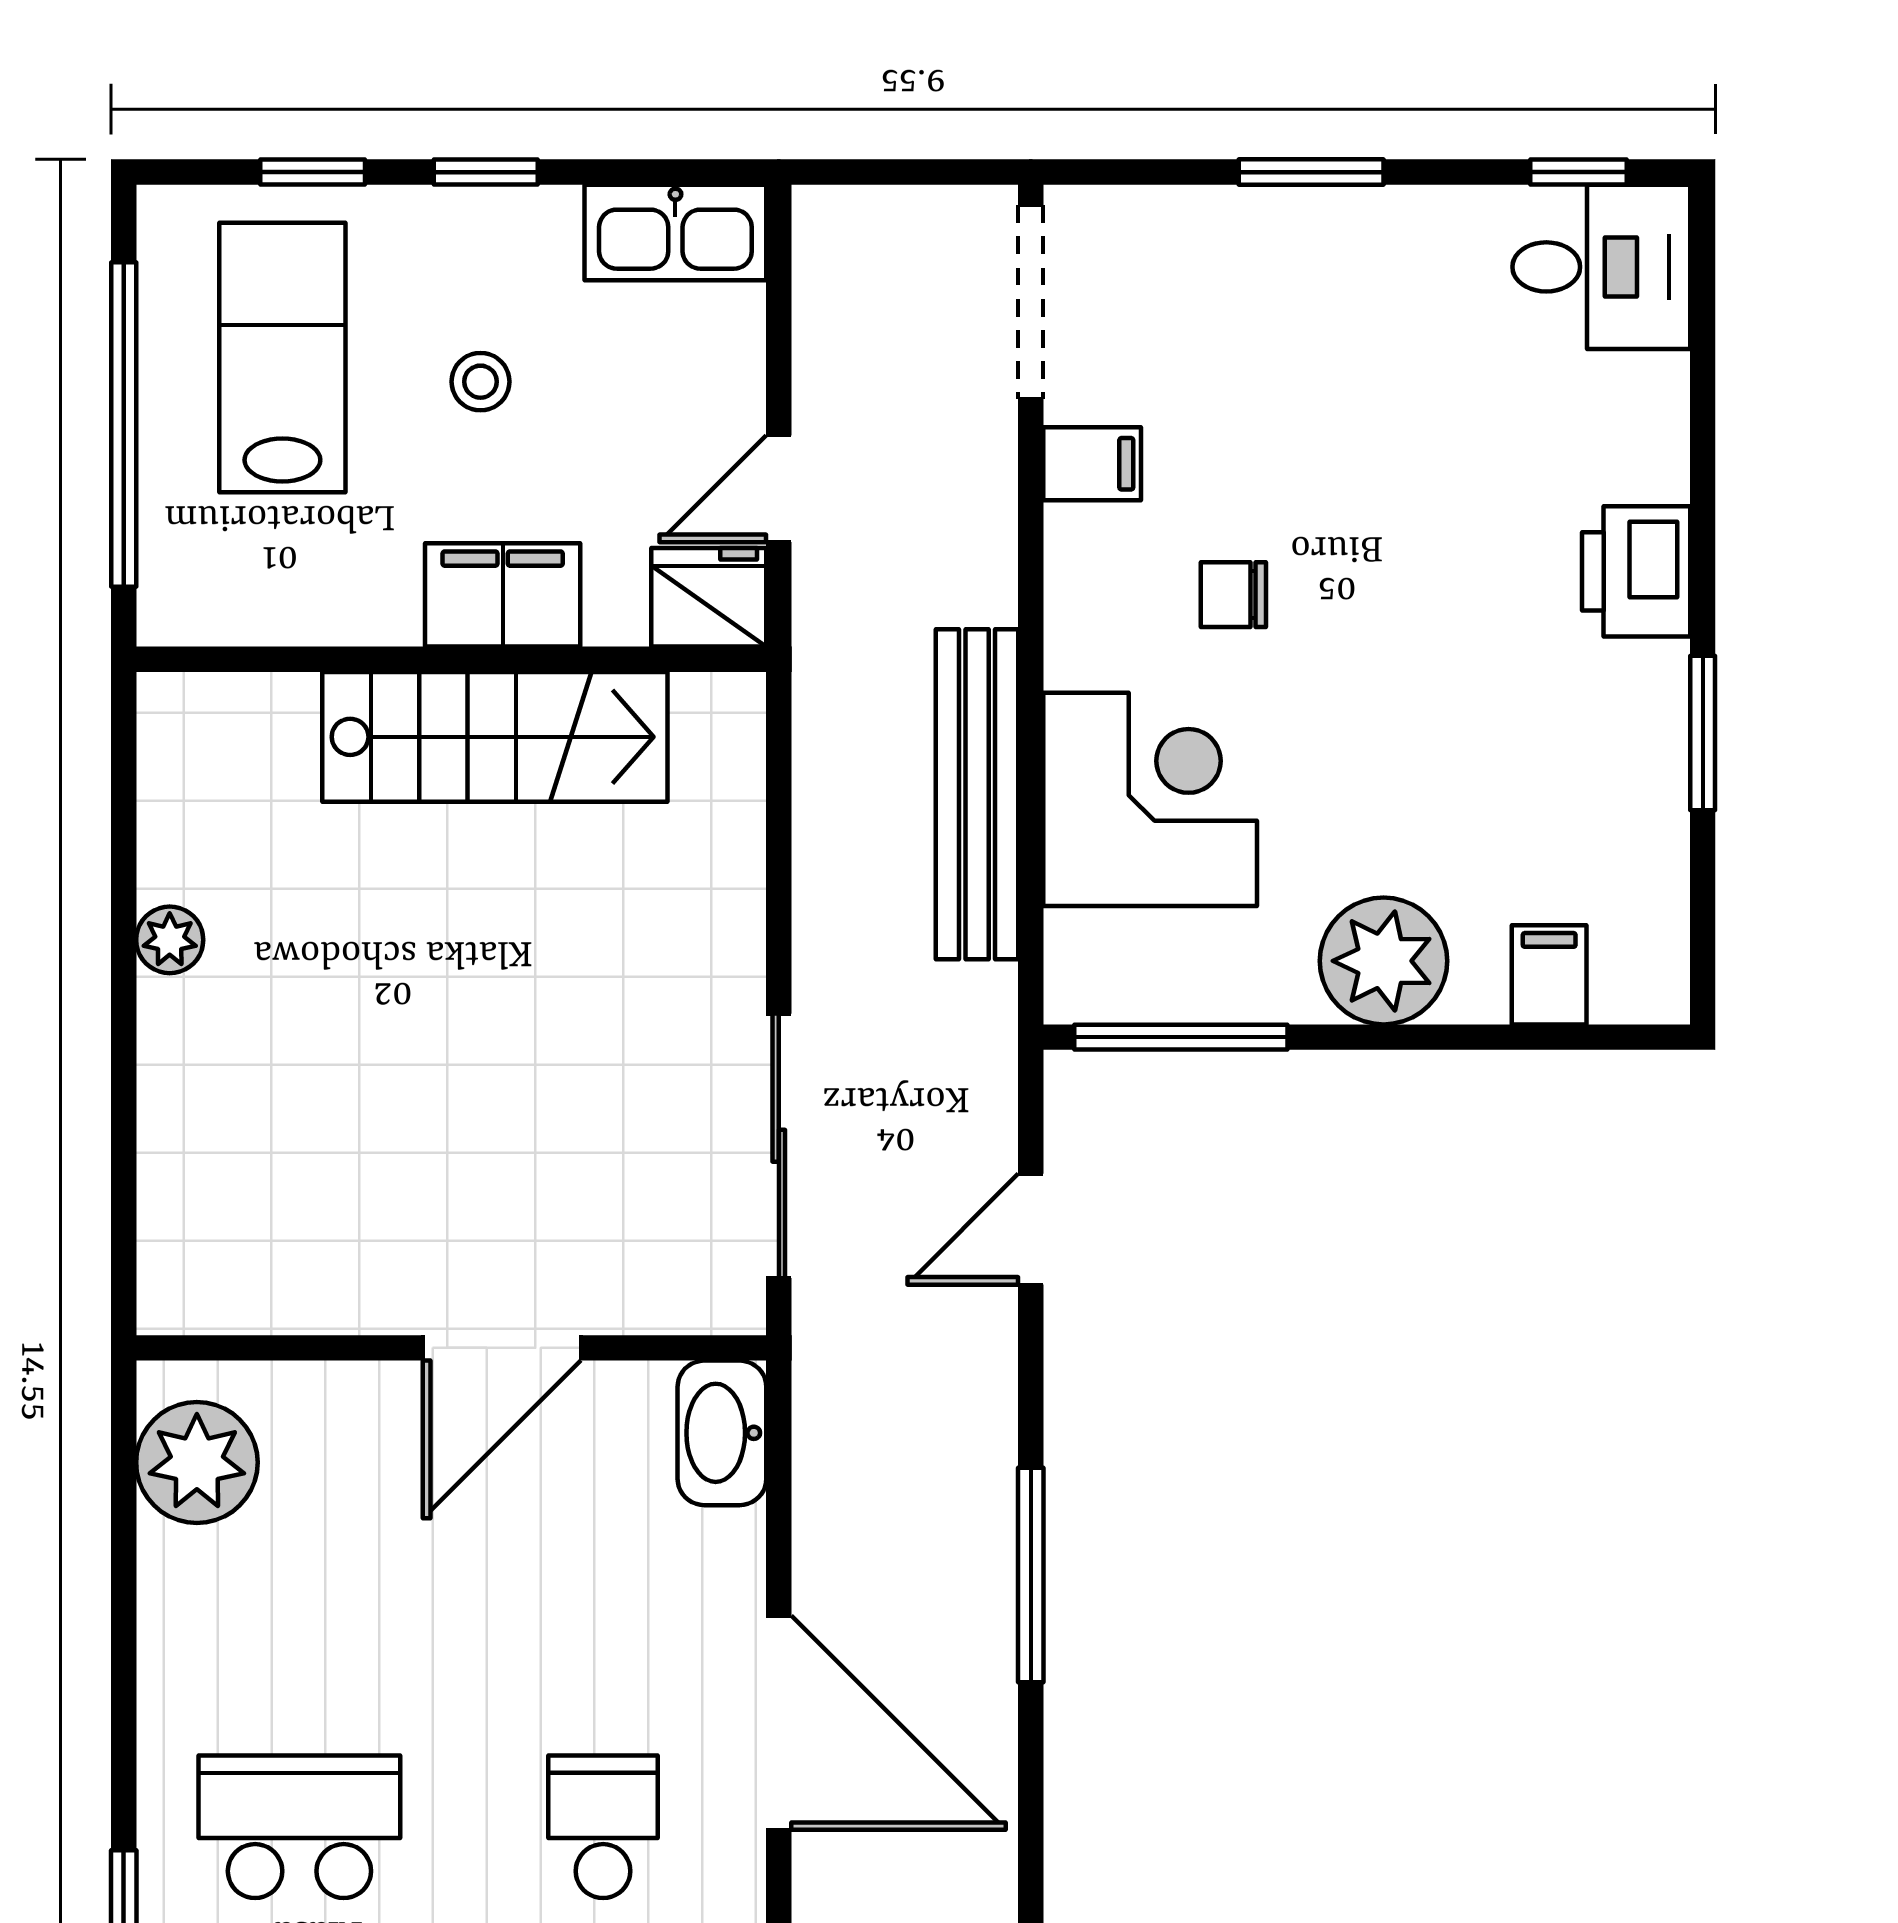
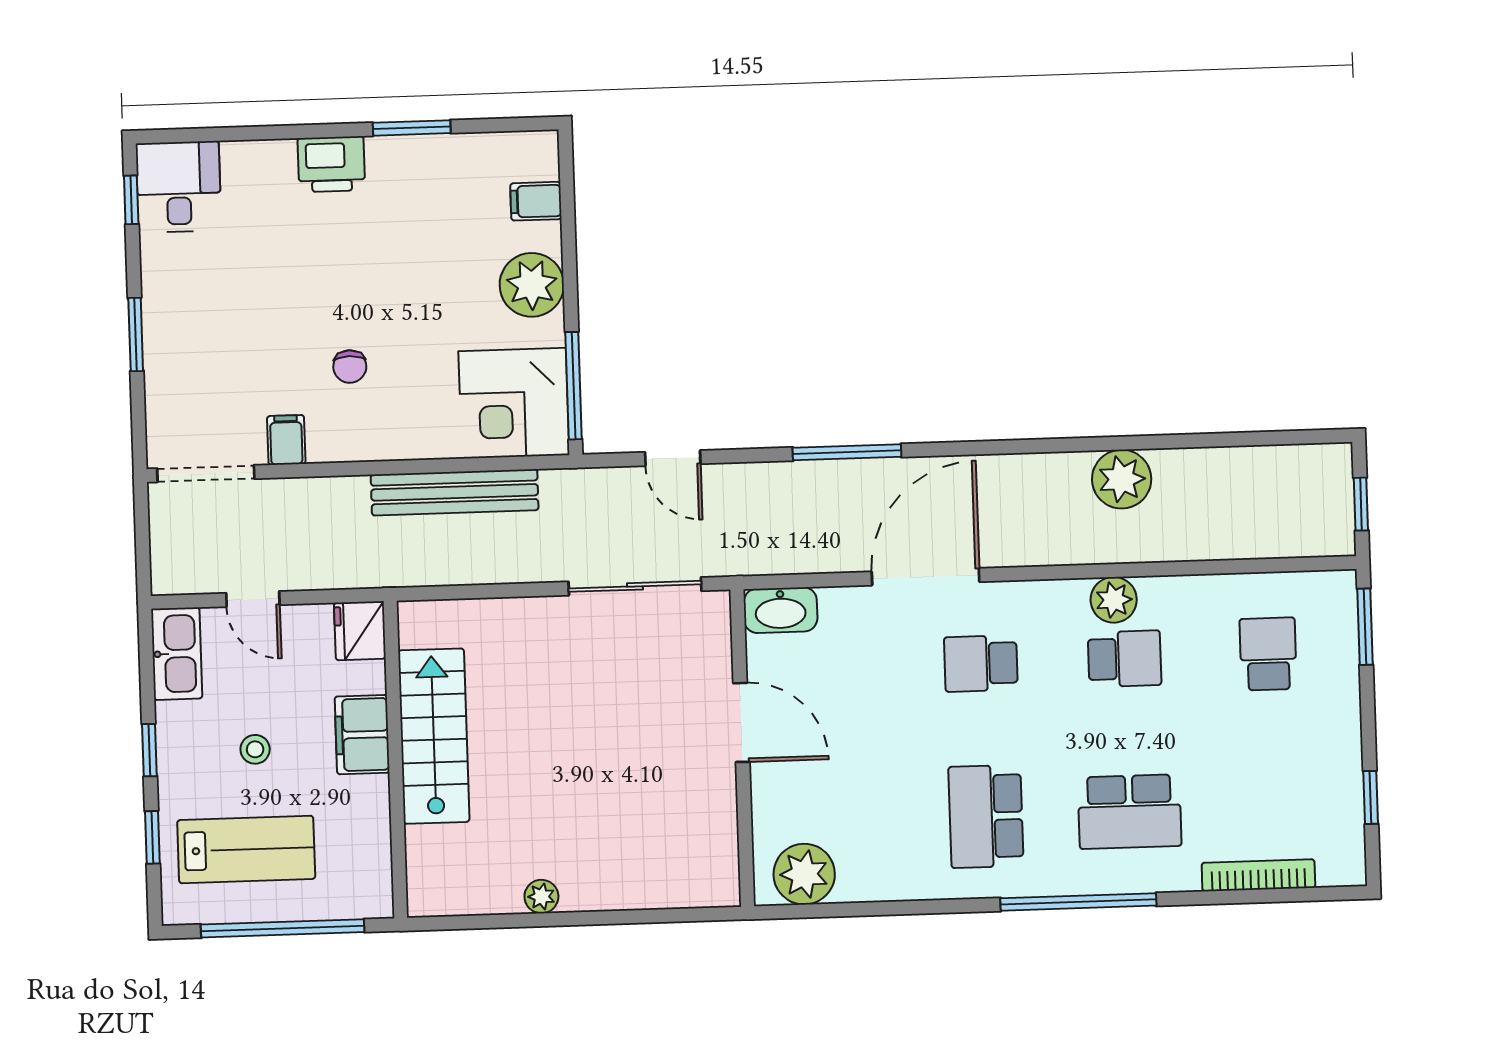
lab bench: (282, 357) -> (246, 850), turned 180
door: (779, 489) -> (253, 599), moved
corner desk: (1150, 799) -> (514, 403), moved, turned -90

